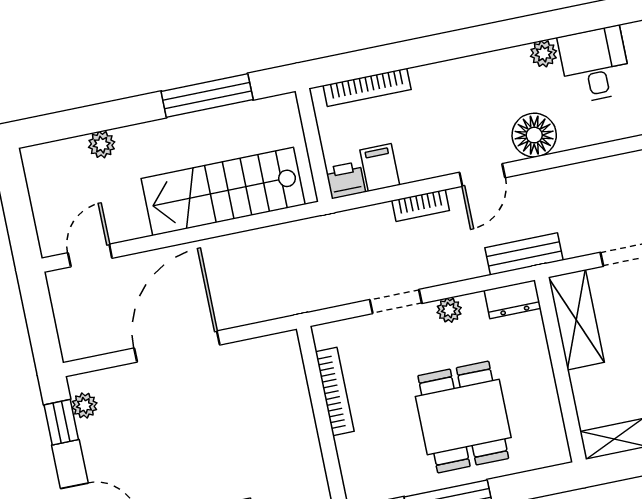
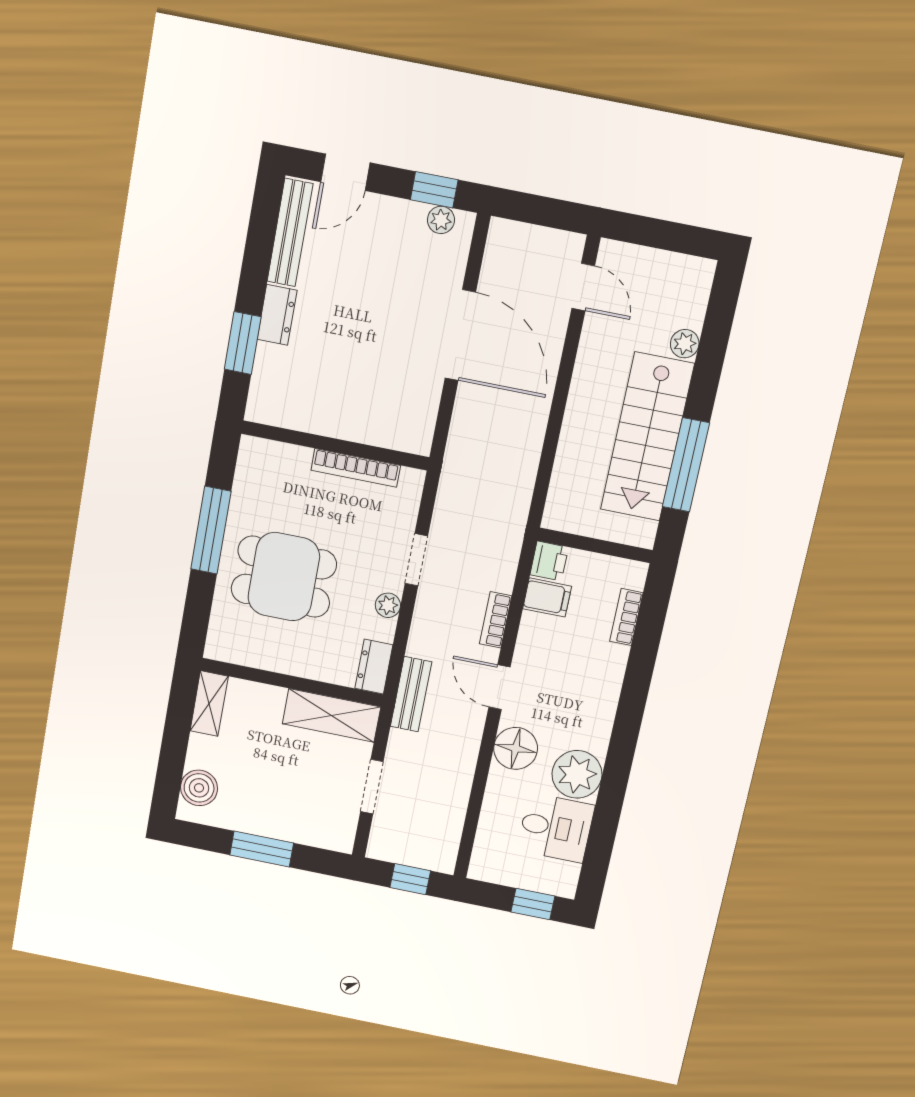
plant: (544, 54) -> (577, 774), width x1.88, depth x1.88
bookcase: (367, 87) -> (626, 617), width x0.64
stairs: (223, 191) -> (647, 437), moved, turned 180

